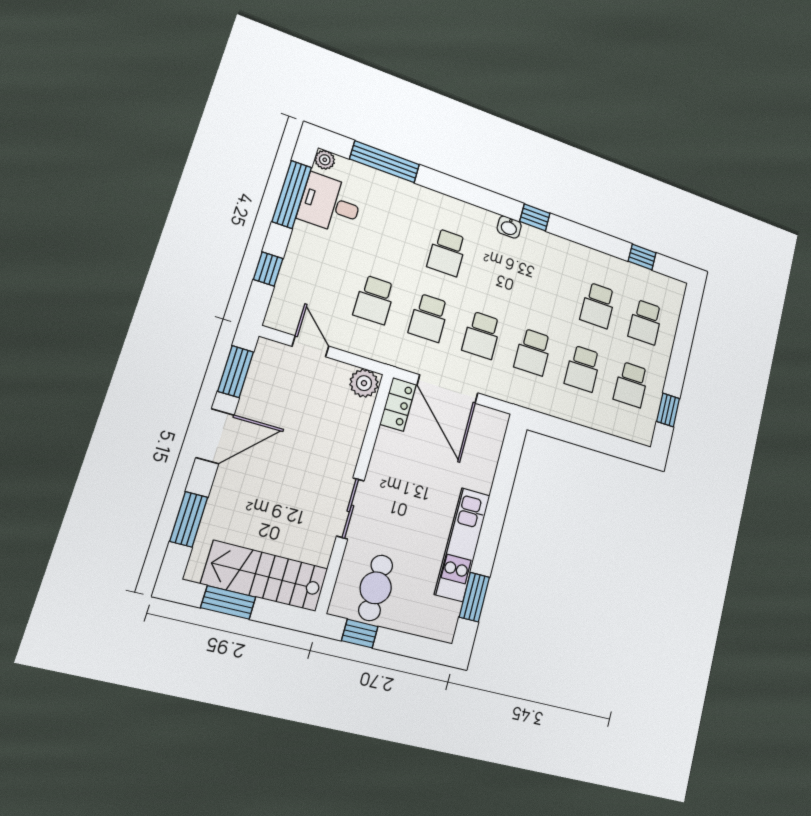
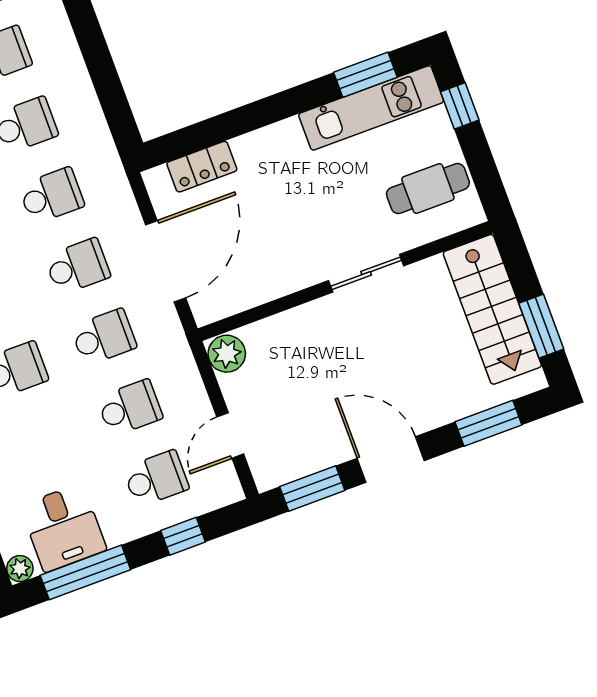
school desk: (318, 281) -> (156, 478), added
locker: (398, 404) -> (202, 167), moved, turned 180
kitchen unit: (462, 544) -> (371, 108), moved
window: (360, 634) -> (460, 106), moved

